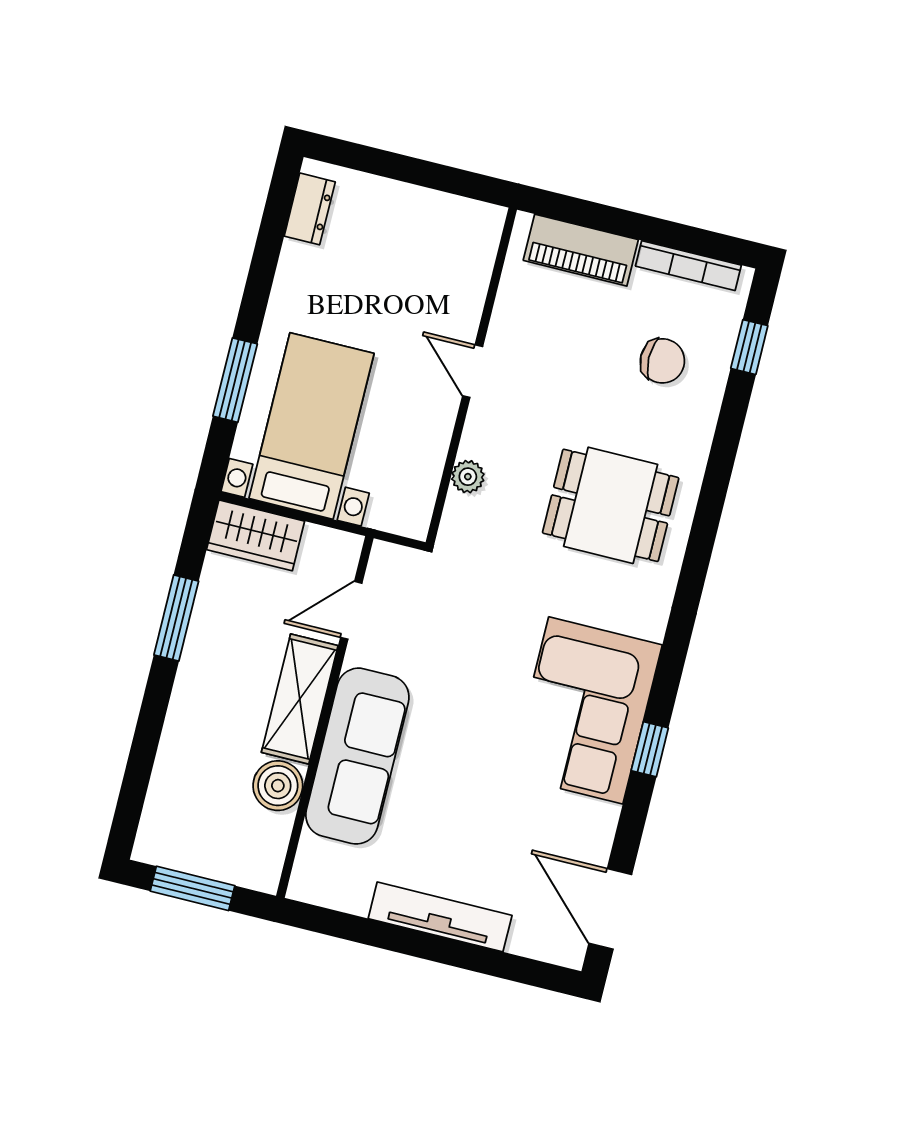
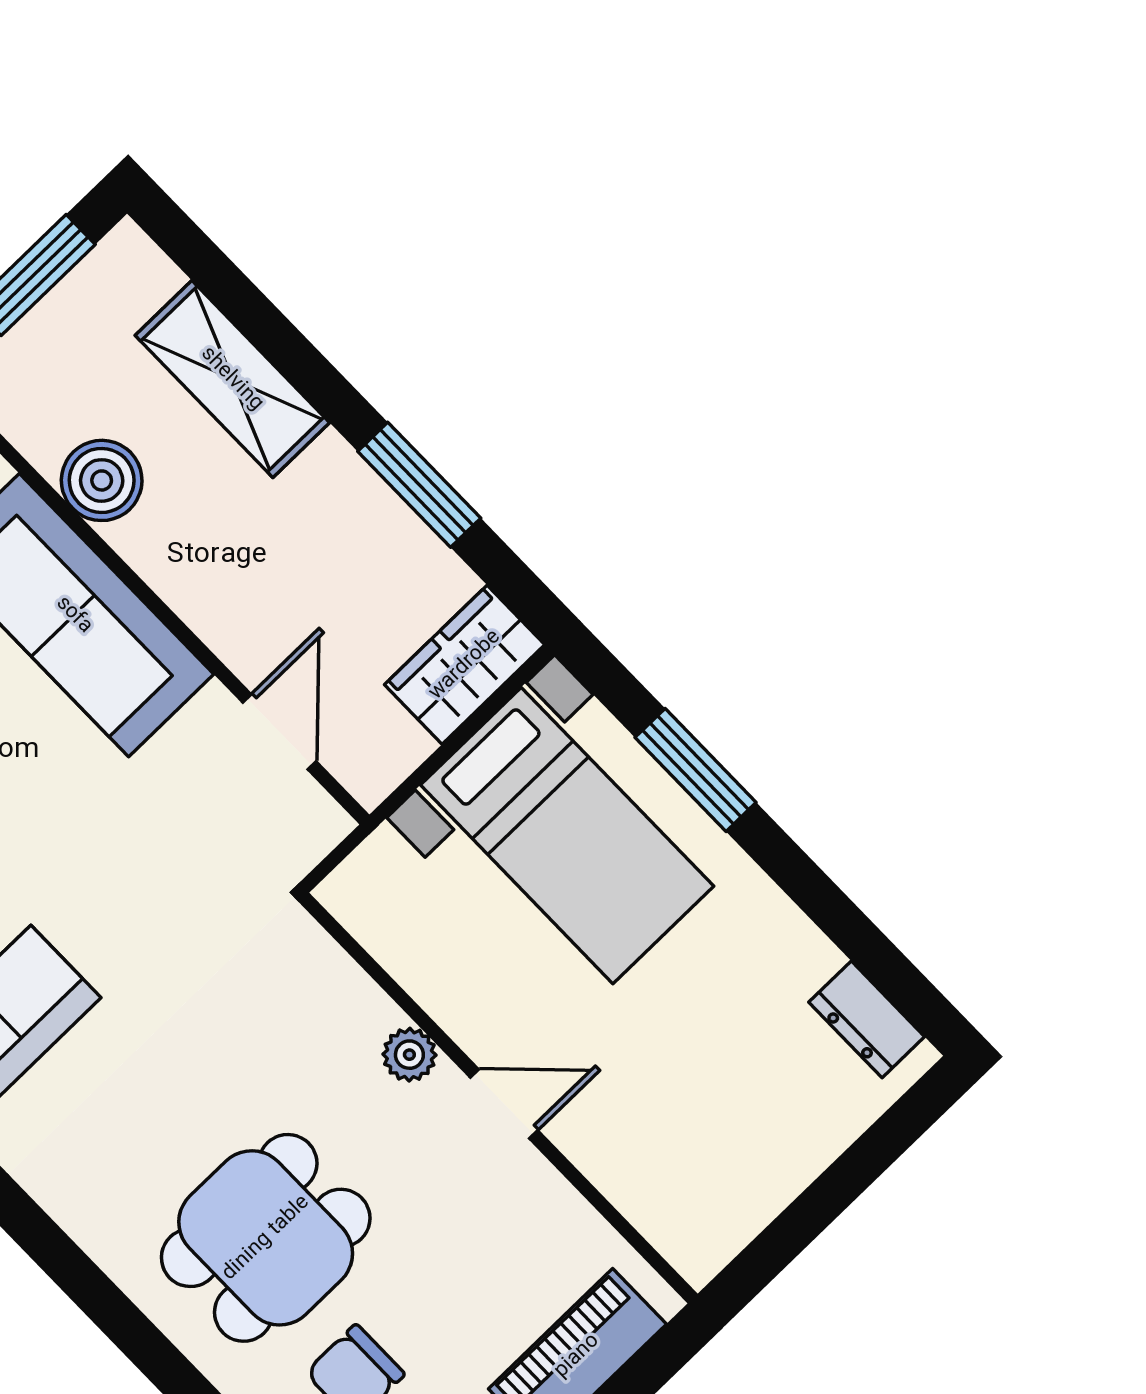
plant: (468, 477) -> (409, 1055), moved
dining table: (611, 505) -> (266, 1238), moved
shelving: (300, 699) -> (232, 379), moved

